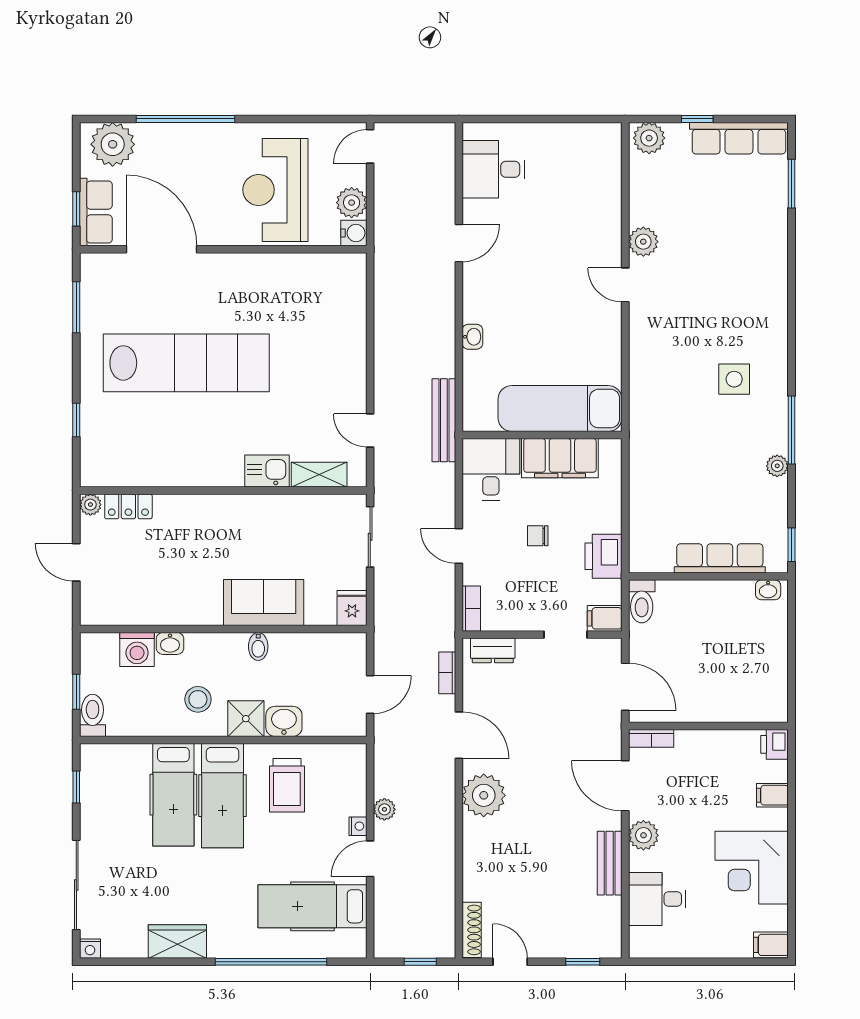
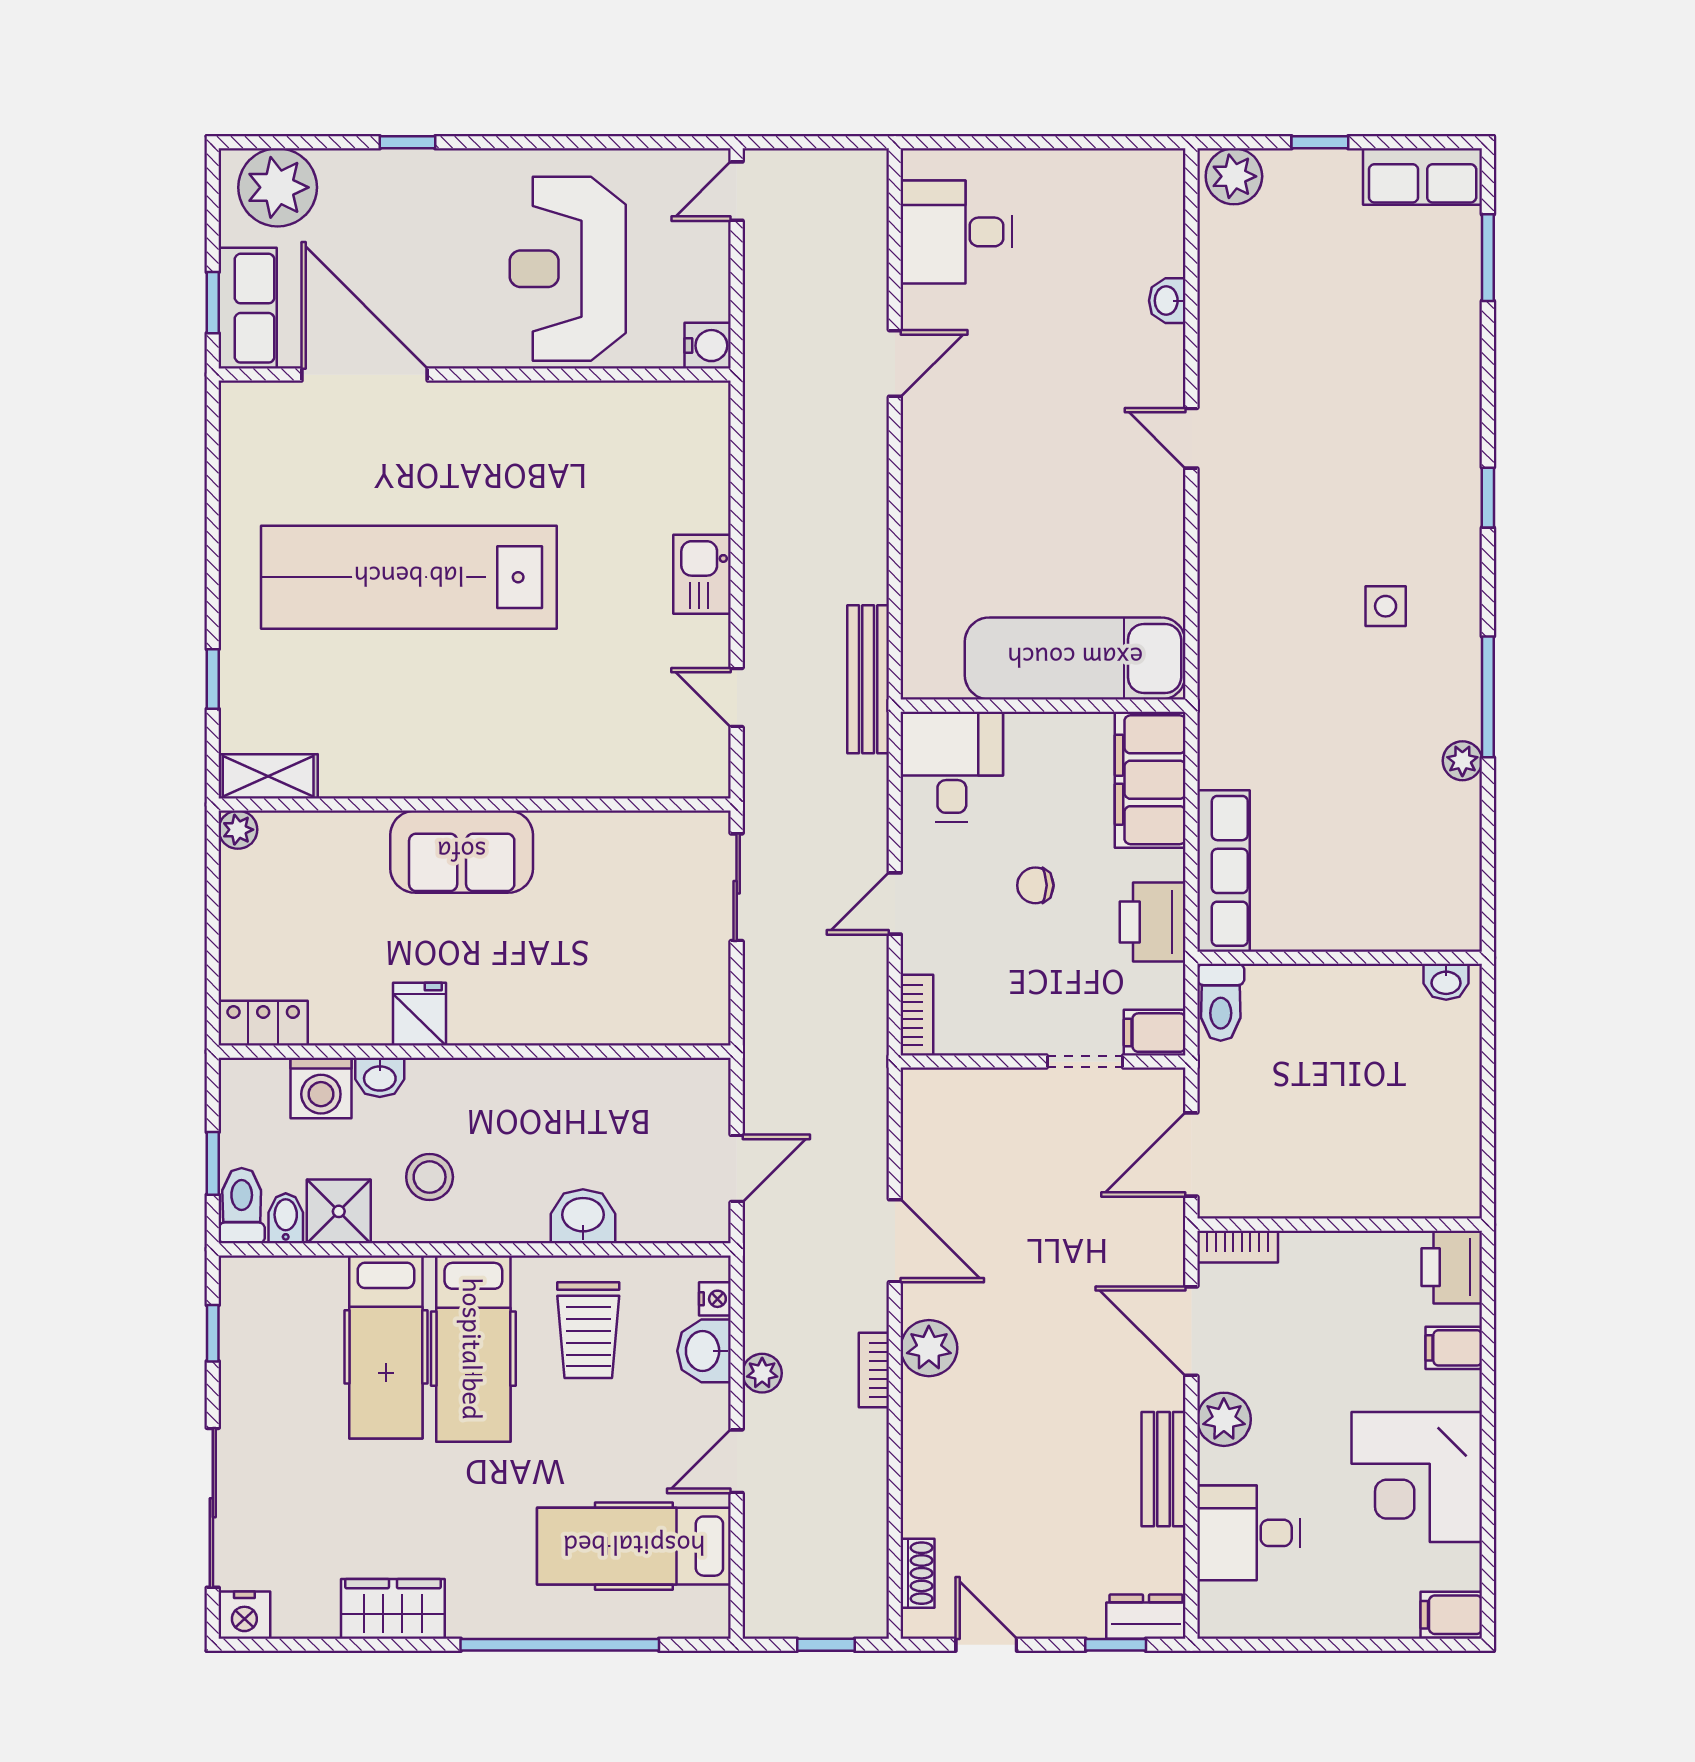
window: (186, 119) -> (408, 142), width x0.32
row of seats: (739, 138) -> (1423, 177), width x0.68
plant: (352, 203) -> (703, 291), removed
plant: (643, 242) -> (1224, 361), removed
window: (76, 307) -> (213, 478), removed
washbasin: (472, 337) -> (1167, 301), moved, turned 180
lab bench: (186, 363) -> (409, 577), turned 180
side table: (734, 379) -> (1386, 606), width x0.73, depth x0.73
filing cabinet: (560, 458) -> (1150, 780), moved, turned 90
kitchen sink: (267, 471) -> (702, 574), moved, turned -90
shelving: (319, 475) -> (268, 776), moved
locker: (128, 506) -> (263, 1023), moved, turned 180
window: (792, 545) -> (1488, 498), moved
door: (459, 546) -> (895, 904), hinge flipped
row of seats: (720, 558) -> (1223, 871), moved, turned 90
door: (76, 562) -> (213, 933), removed
sofa: (264, 603) -> (462, 852), moved, turned 180
fridge: (352, 608) -> (420, 1014), moved
bidet: (258, 646) -> (286, 1218), moved, turned 180
dresser: (493, 650) -> (1146, 1617), moved, turned 180
bookcase: (447, 673) -> (874, 1370), moved
door: (625, 687) -> (1191, 1155), swing flipped
shower: (246, 719) -> (339, 1211), moved
printer: (775, 744) -> (1452, 1267), width x1.36, depth x1.24
plant: (484, 795) -> (929, 1348), width x0.73, depth x0.73
washbasin: (352, 797) -> (704, 1351), added
nightstand: (358, 826) -> (715, 1299), moved
shoe rack: (472, 930) -> (918, 1573), width x0.70
nightstand: (90, 949) -> (244, 1615), width x1.39, depth x1.35

